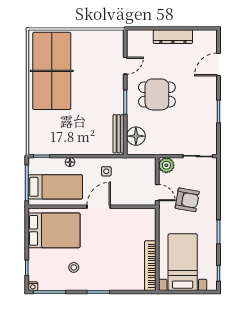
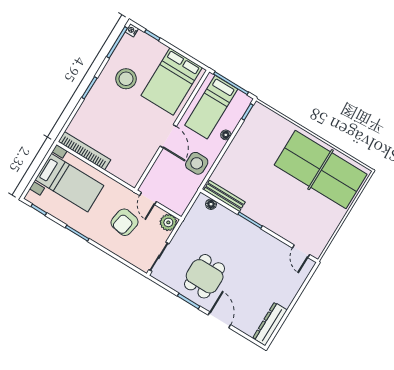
dresser: (173, 37) -> (270, 324), moved
door: (219, 64) -> (219, 320), moved
door: (125, 66) -> (301, 251), moved
dining table: (157, 94) -> (205, 276), moved
floor lamp: (136, 136) -> (211, 204), width x0.53, depth x0.53
side table: (106, 171) -> (197, 163), width x1.87, depth x1.87
door: (157, 193) -> (148, 198), hinge flipped
stool: (74, 267) -> (126, 79), width x1.89, depth x1.89

